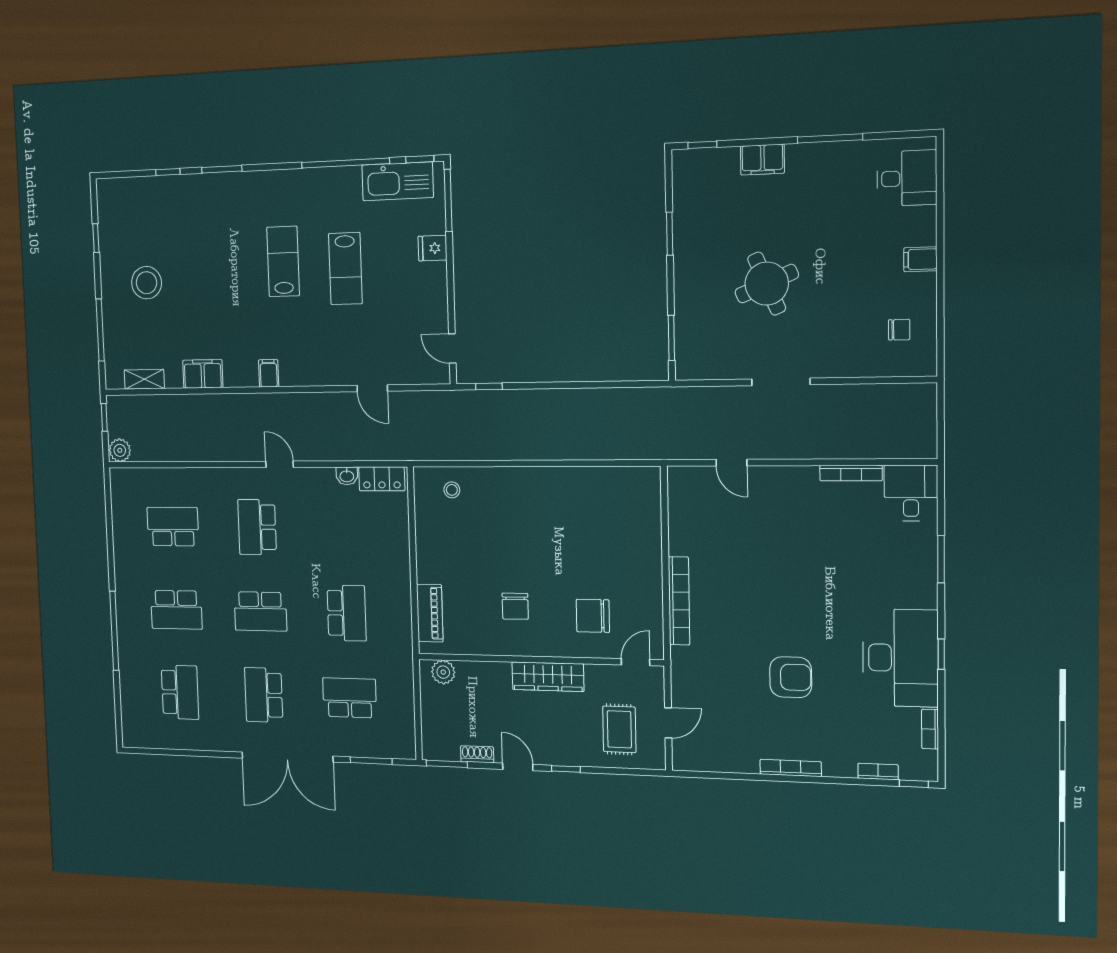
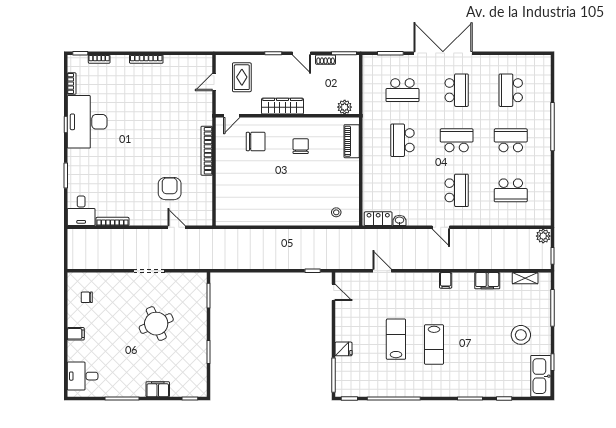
kitchen sink: (398, 181) -> (541, 376), moved, turned -90
armchair: (791, 677) -> (170, 189), moved, turned 90

